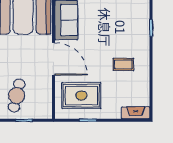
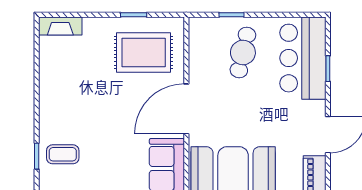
door: (54, 59) -> (186, 109), hinge flipped
coffee table: (123, 64) -> (63, 154), moved

